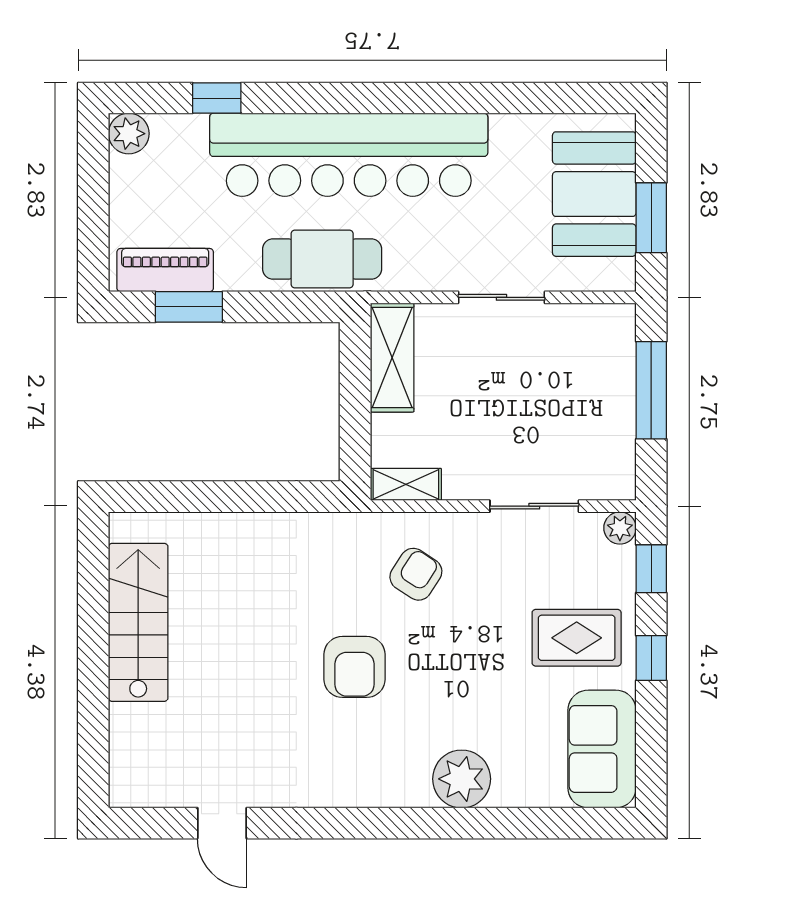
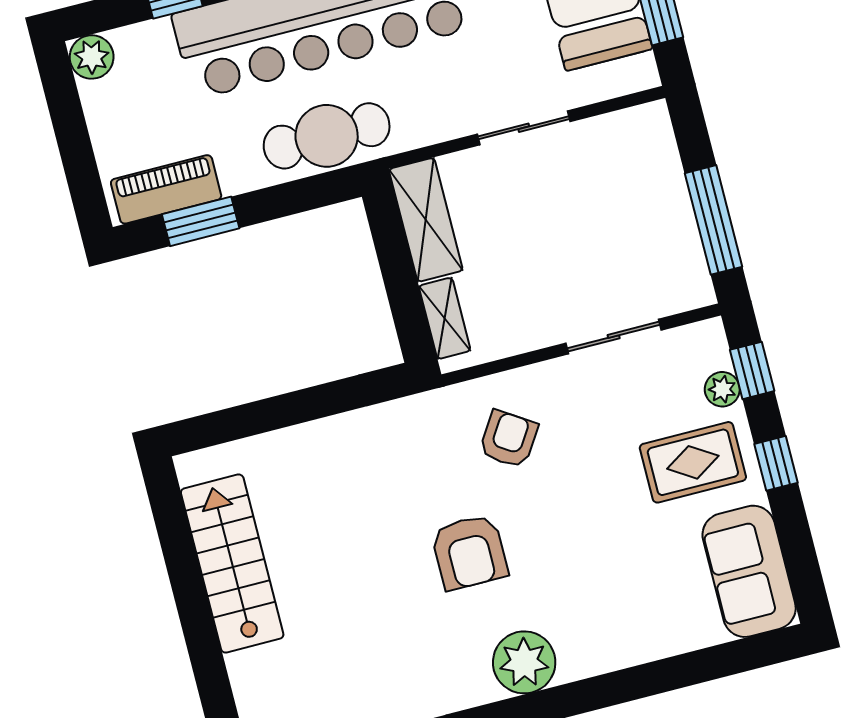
window: (651, 390) -> (714, 220), moved
shelving: (406, 484) -> (445, 318), moved, turned 90
plant: (620, 528) -> (722, 389), moved
plant: (462, 779) -> (524, 662), moved

